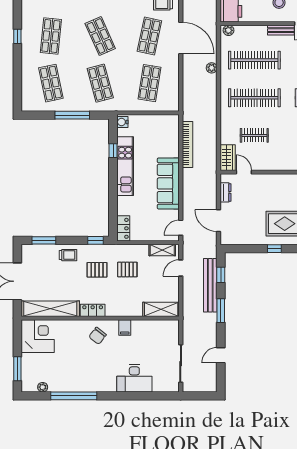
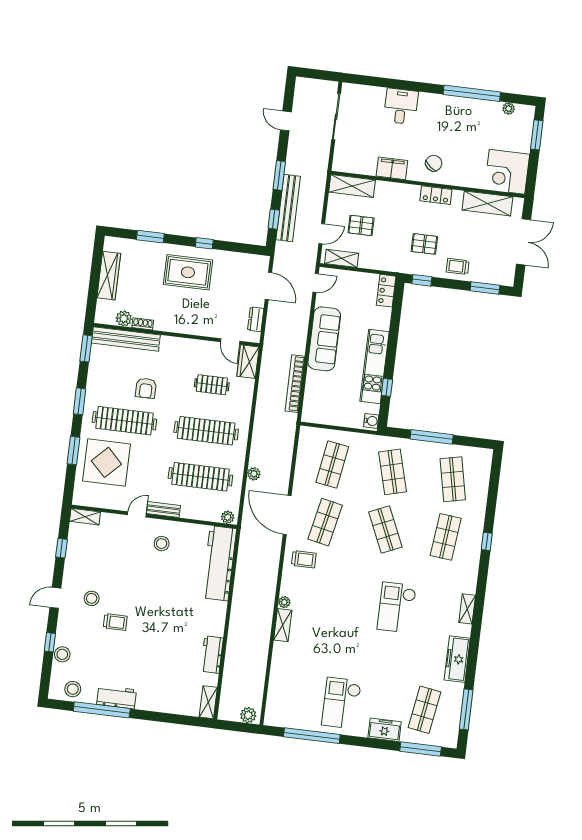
pallet: (127, 270) -> (361, 225), moved
shelving: (50, 309) -> (487, 203), width x0.68
filing cabinet: (125, 328) -> (392, 168), width x2.00
door: (221, 355) -> (286, 121), swing flipped
desk: (134, 378) -> (401, 106), width x0.73

